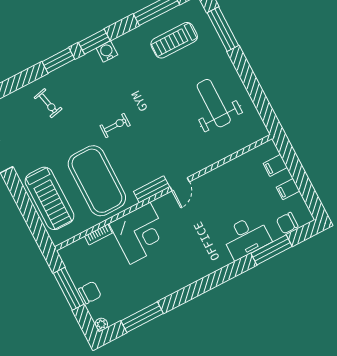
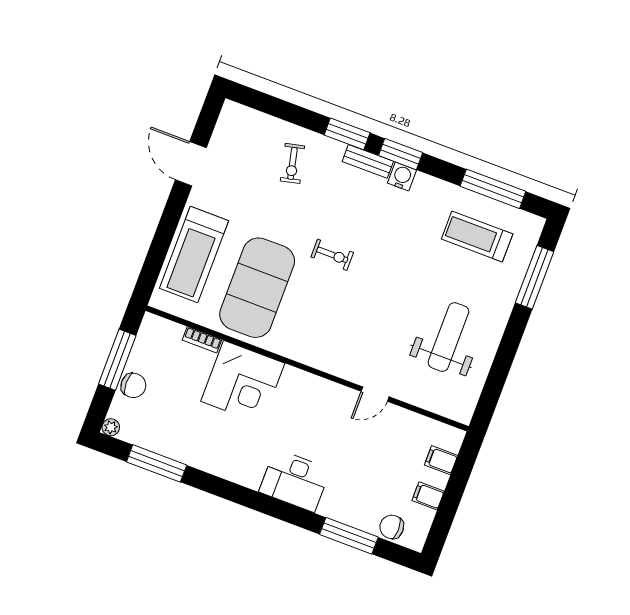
door: (180, 184) -> (375, 394), moved
bench: (152, 189) -> (368, 161), moved
desk: (246, 237) -> (295, 480), moved

